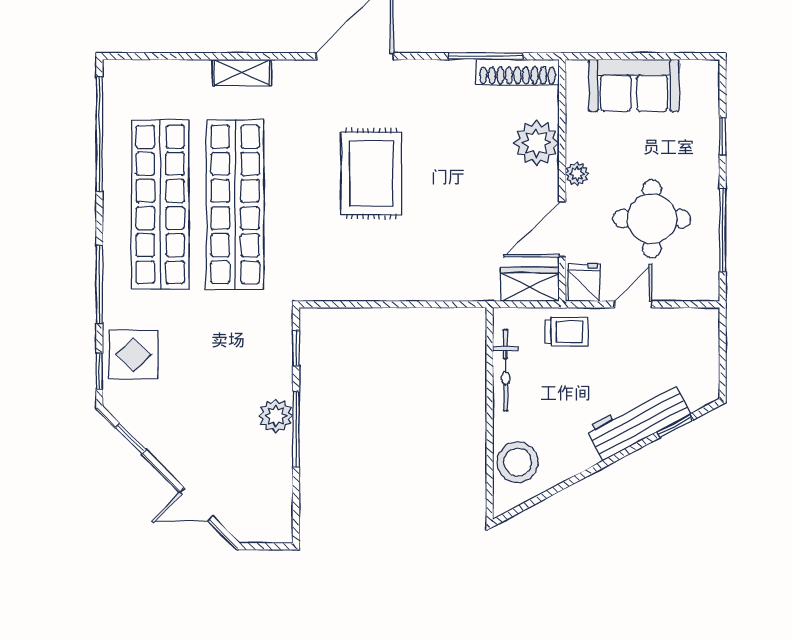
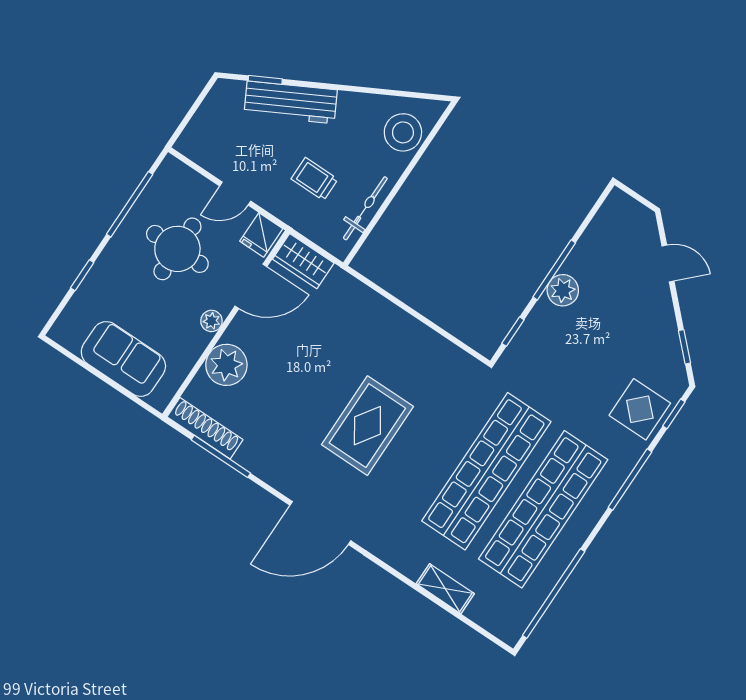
shelving: (242, 73) -> (445, 589), moved
trolley: (567, 332) -> (314, 179), moved

